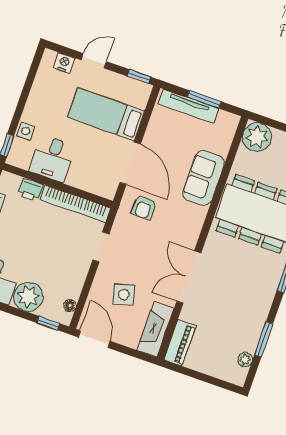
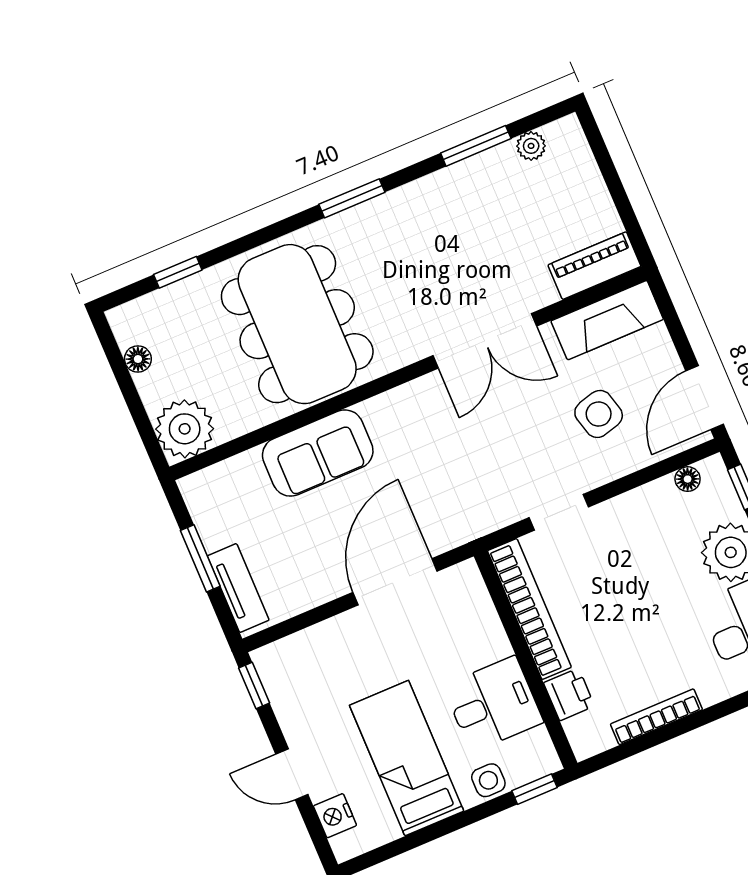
tv unit: (189, 106) -> (238, 588), width x0.71
bed: (106, 114) -> (407, 758), moved, turned 180
armchair: (144, 207) -> (442, 502), removed

